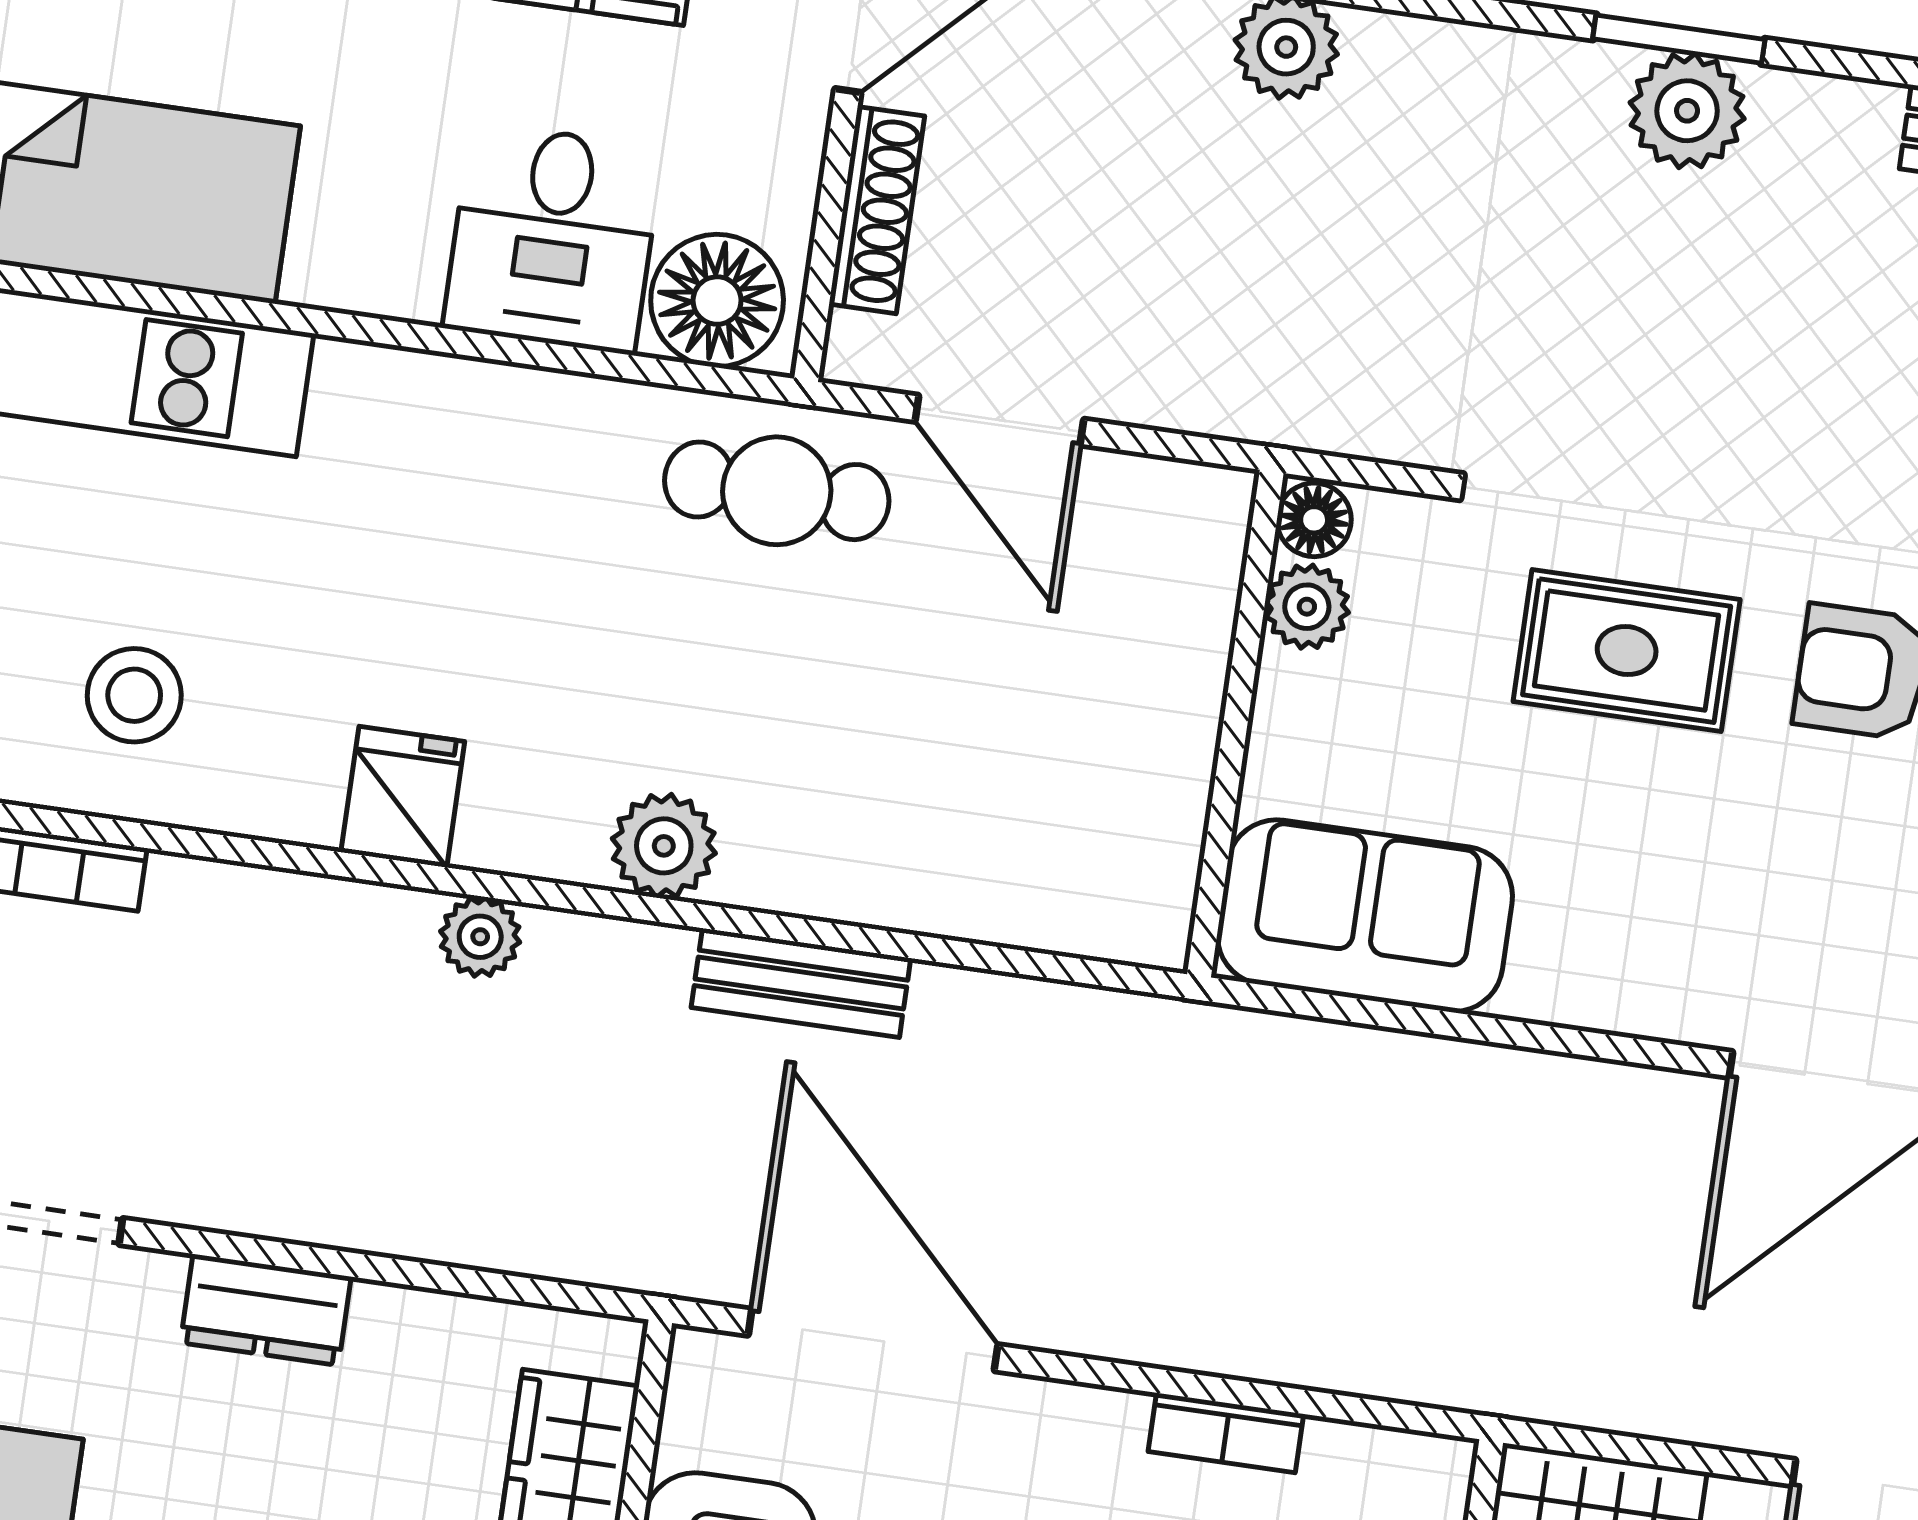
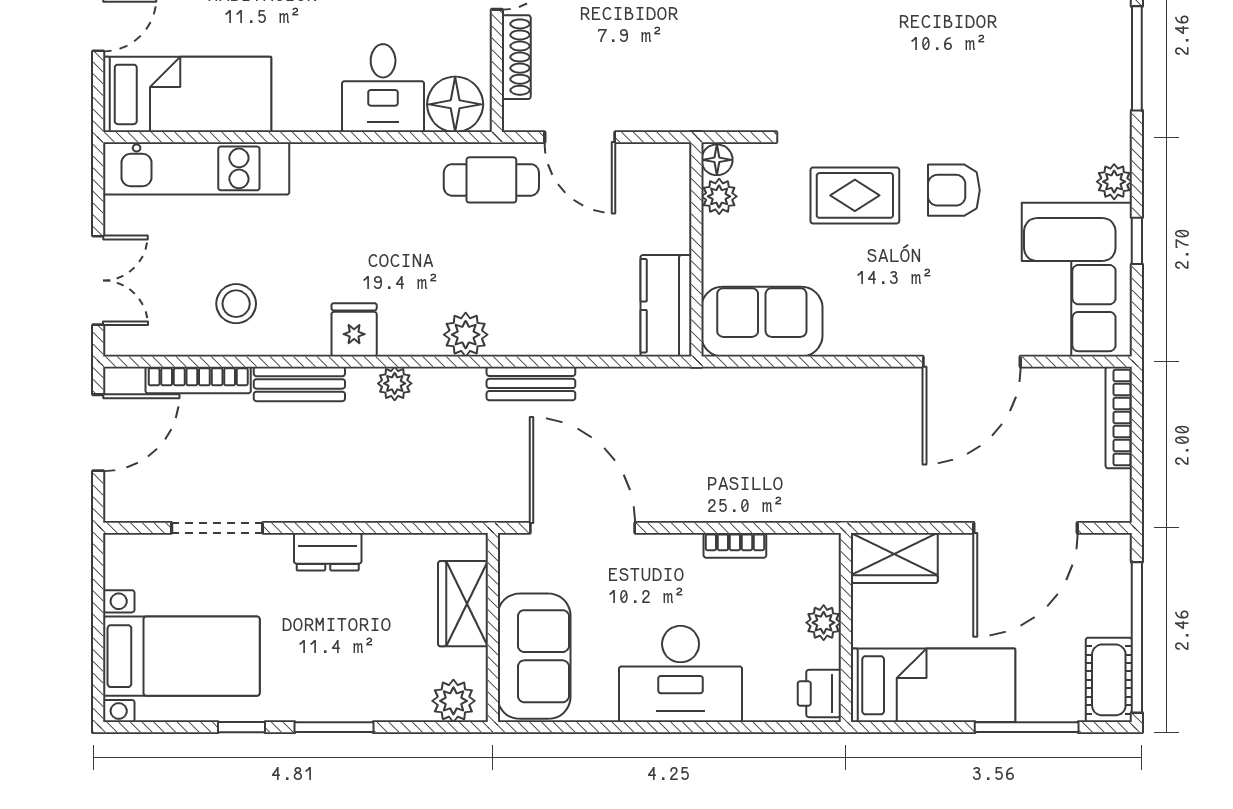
kitchen counter: (1145, 846) -> (666, 306), added
bench: (256, 906) -> (299, 384), added

